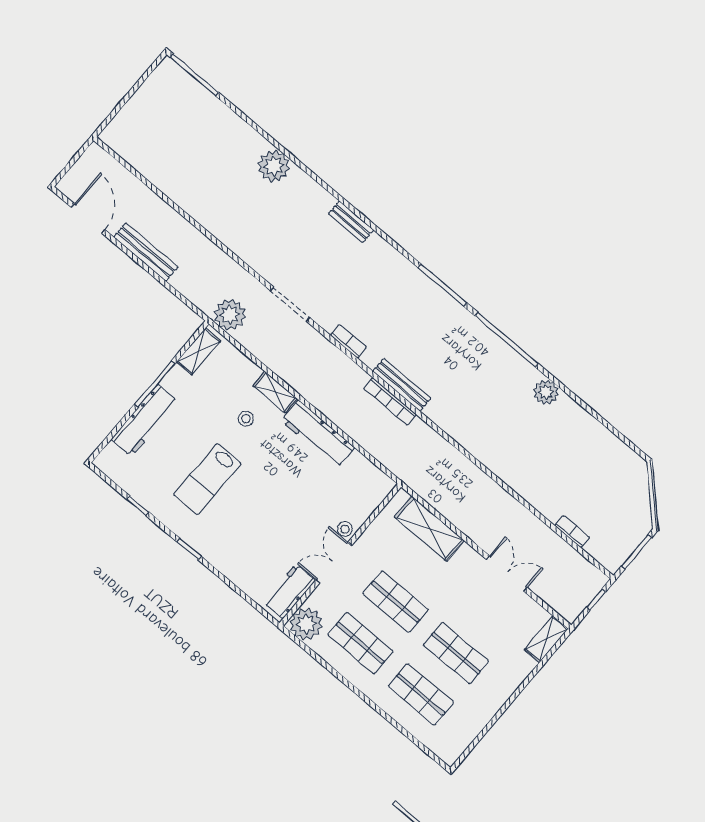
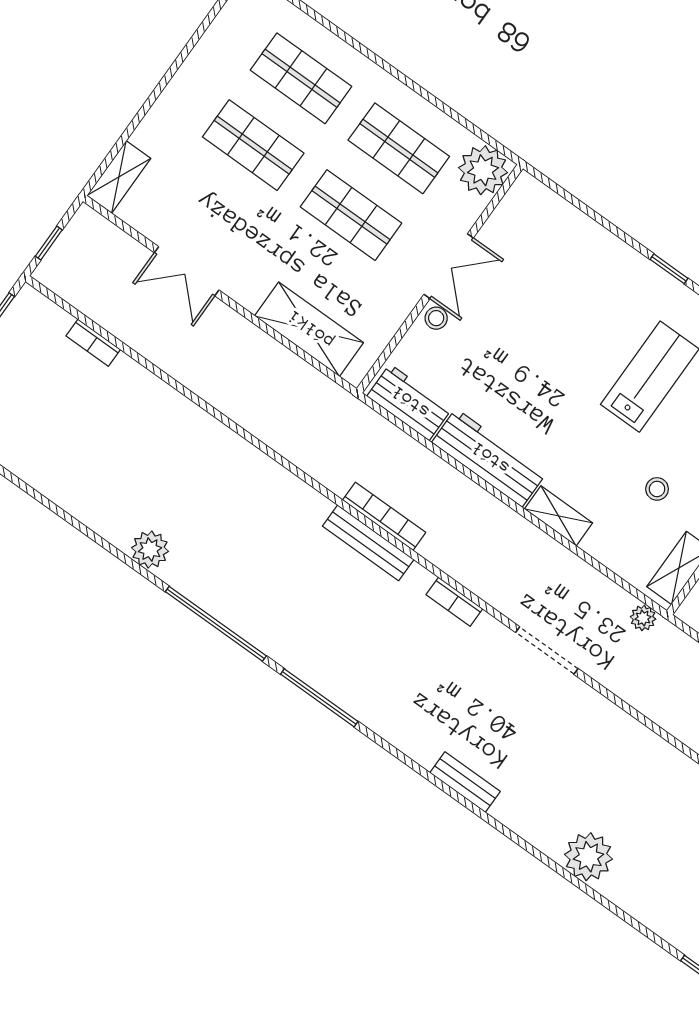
plant: (230, 315) -> (643, 618), width x0.53, depth x0.53
stool: (246, 419) -> (657, 489), moved
workbench: (289, 591) -> (409, 402), moved, turned -90

